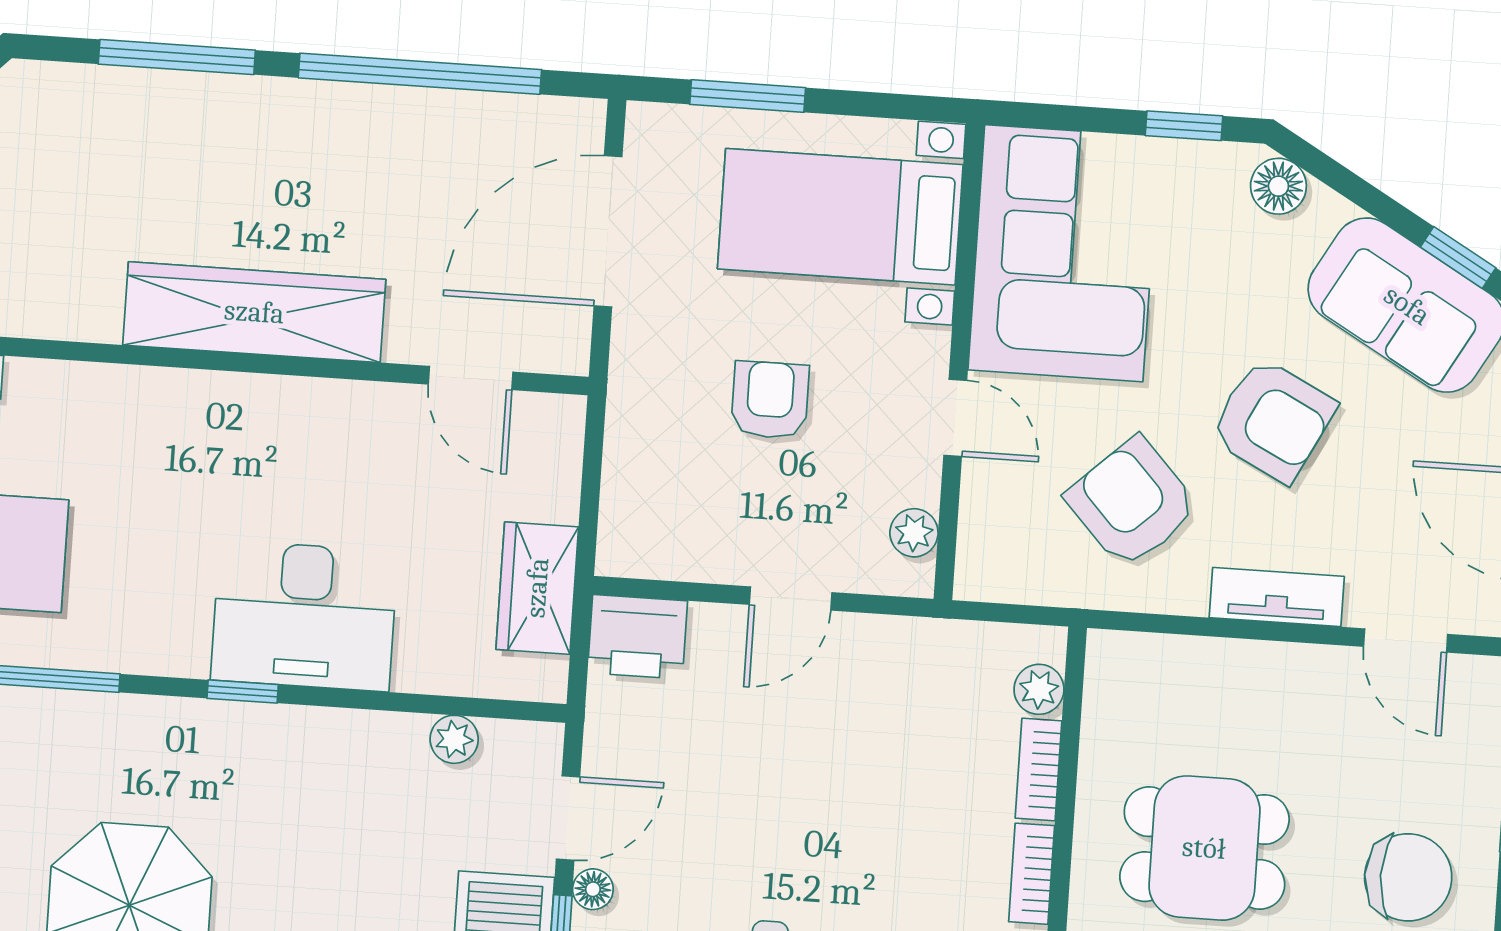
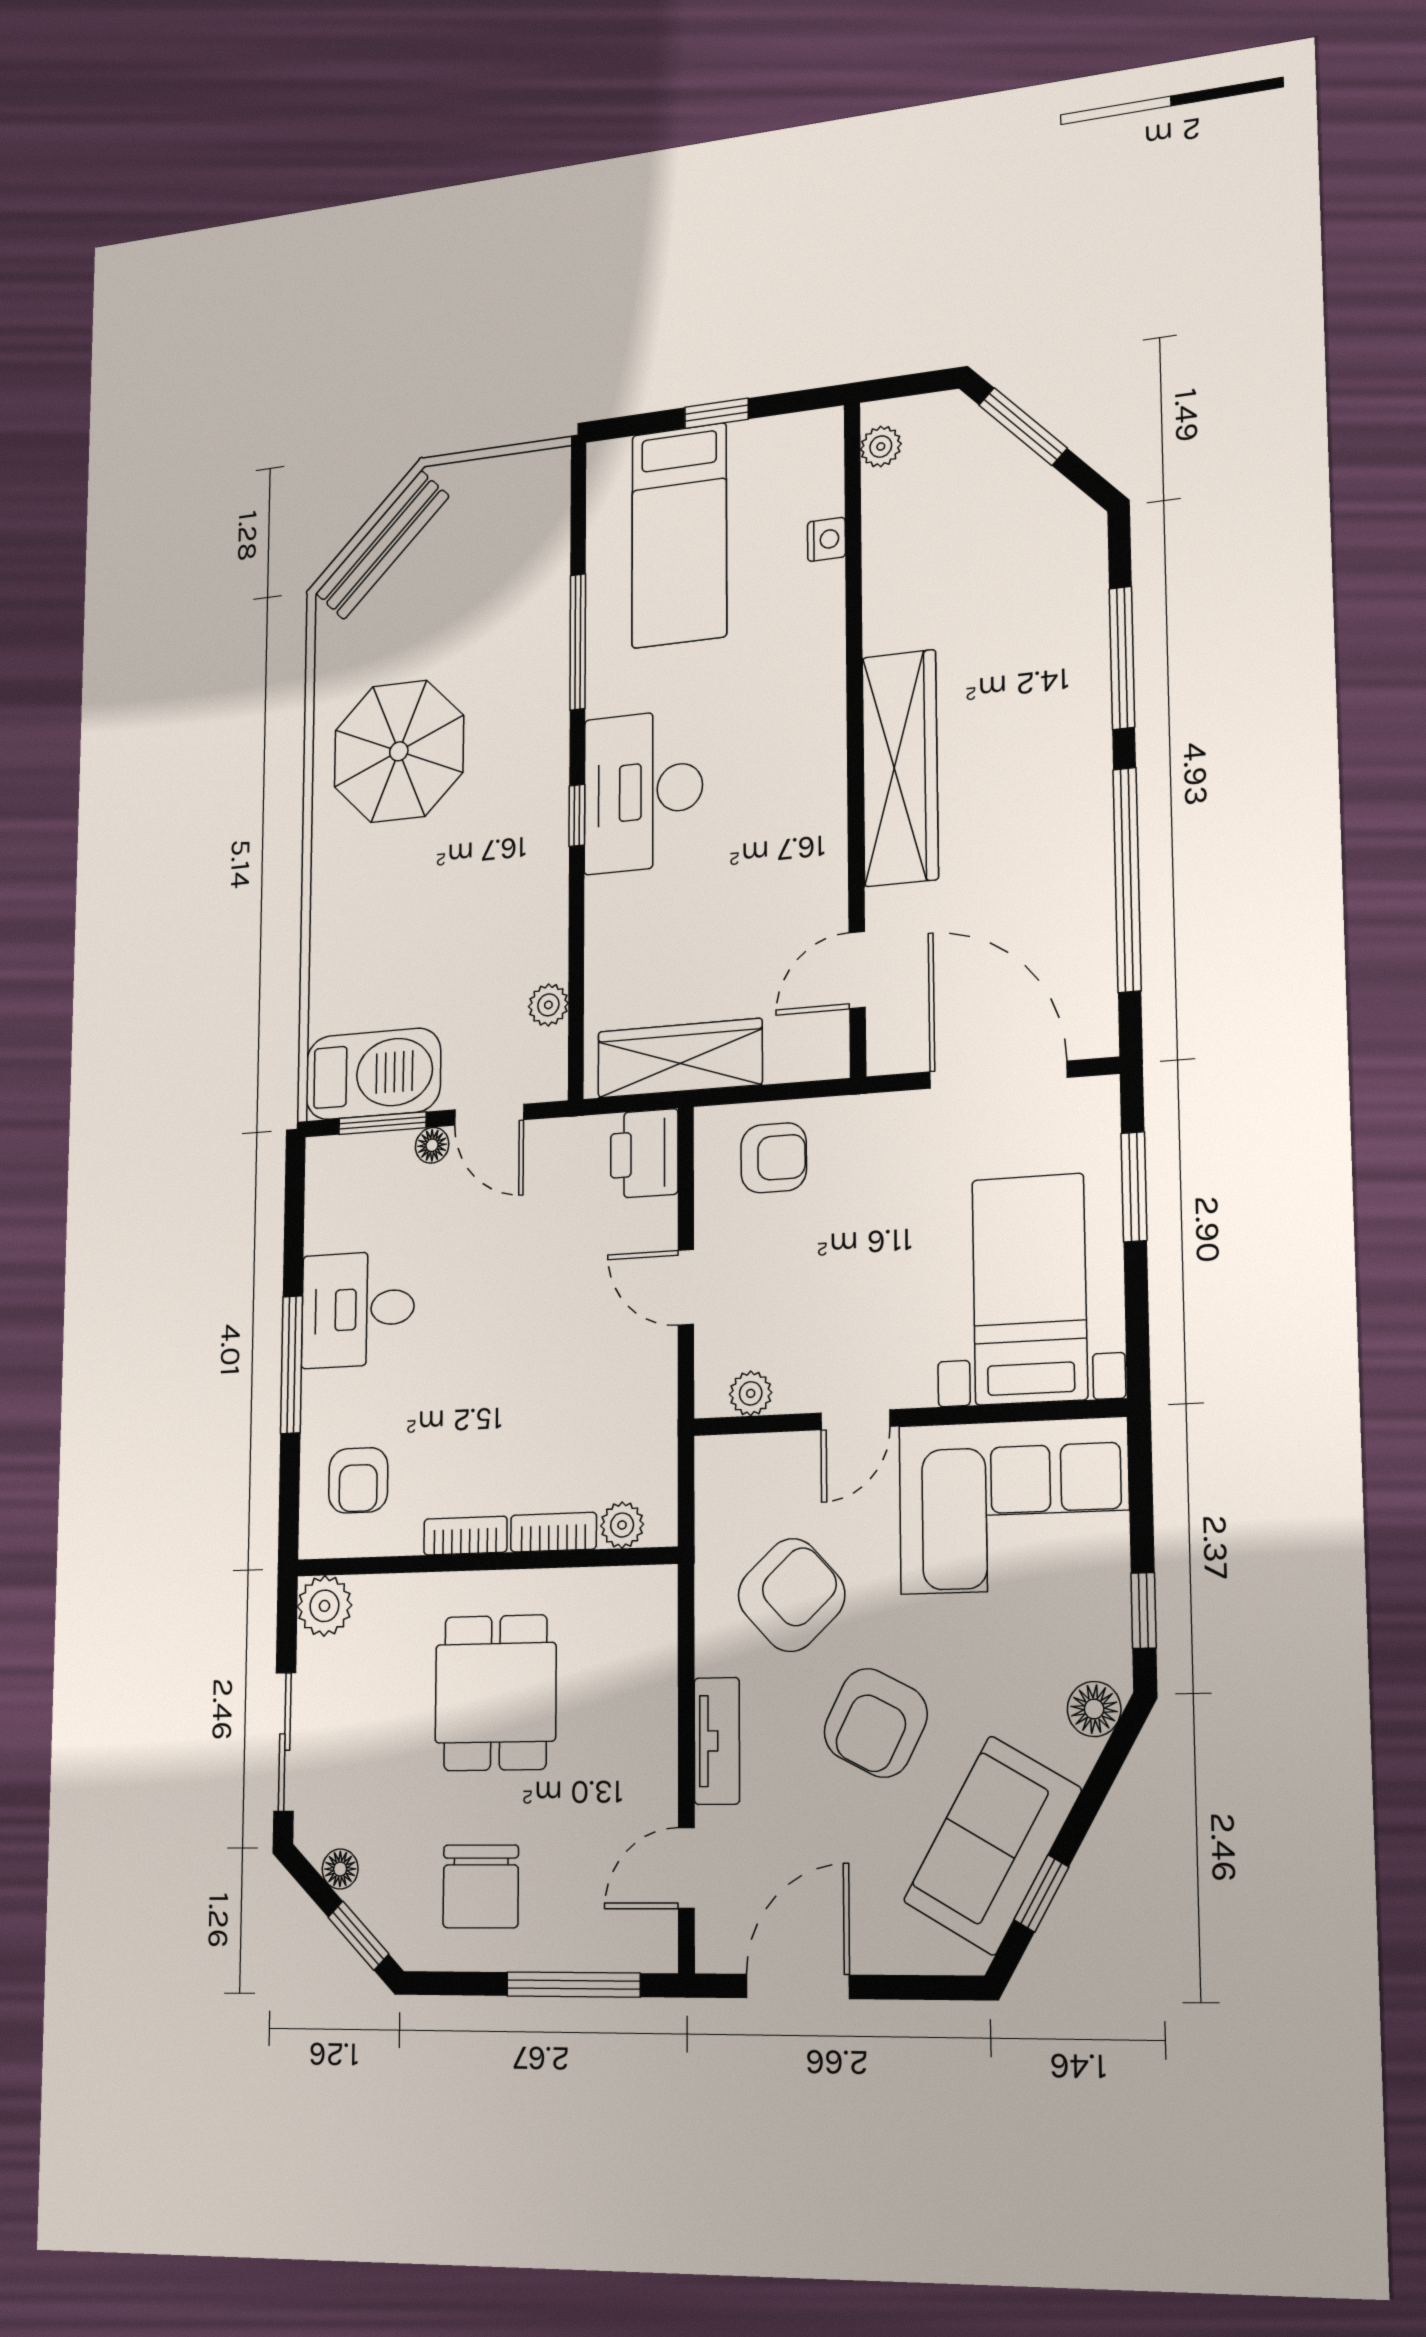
armchair: (770, 400) -> (774, 1158), moved
wardrobe: (537, 588) -> (680, 1058), width x1.50
desk: (304, 616) -> (643, 791), moved

